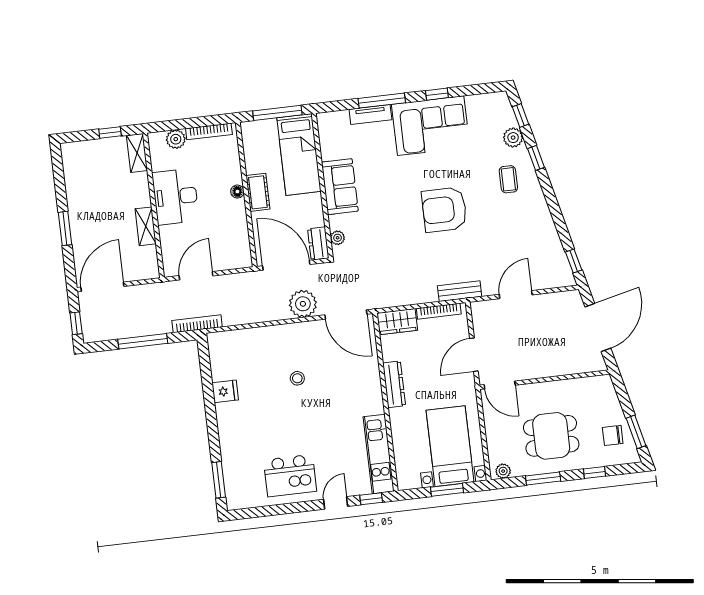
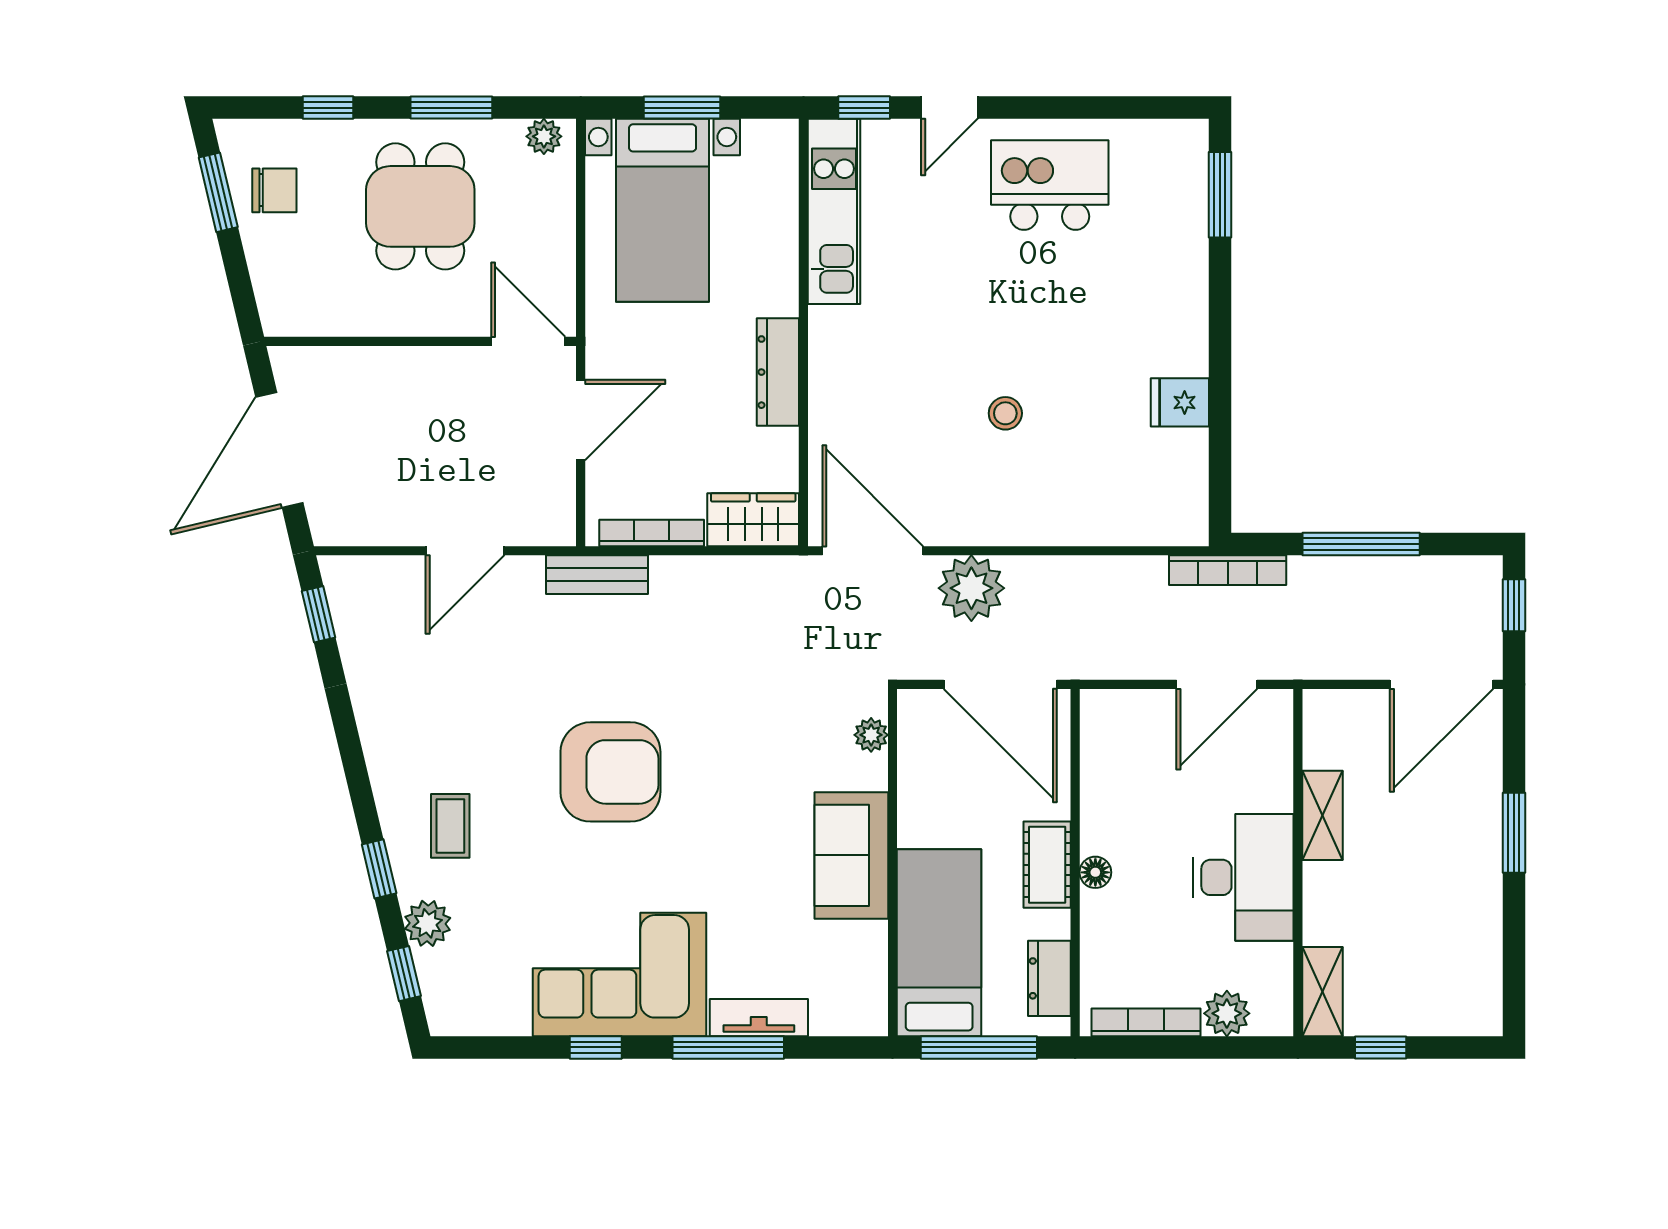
dresser: (318, 244) -> (1049, 978), moved, turned 180
dining table: (551, 436) -> (420, 206), turned 90

